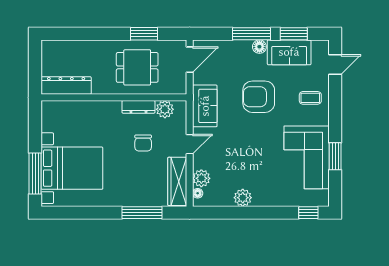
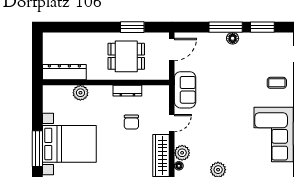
sofa: (289, 52) -> (258, 43), removed
armchair: (259, 97) -> (232, 82), removed
plant: (165, 109) -> (80, 93), moved

